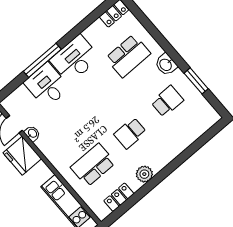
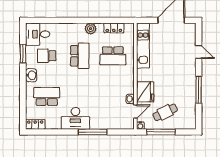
desk: (47, 85) -> (38, 34), moved, turned 90
school desk: (130, 133) -> (80, 56), width x1.85

